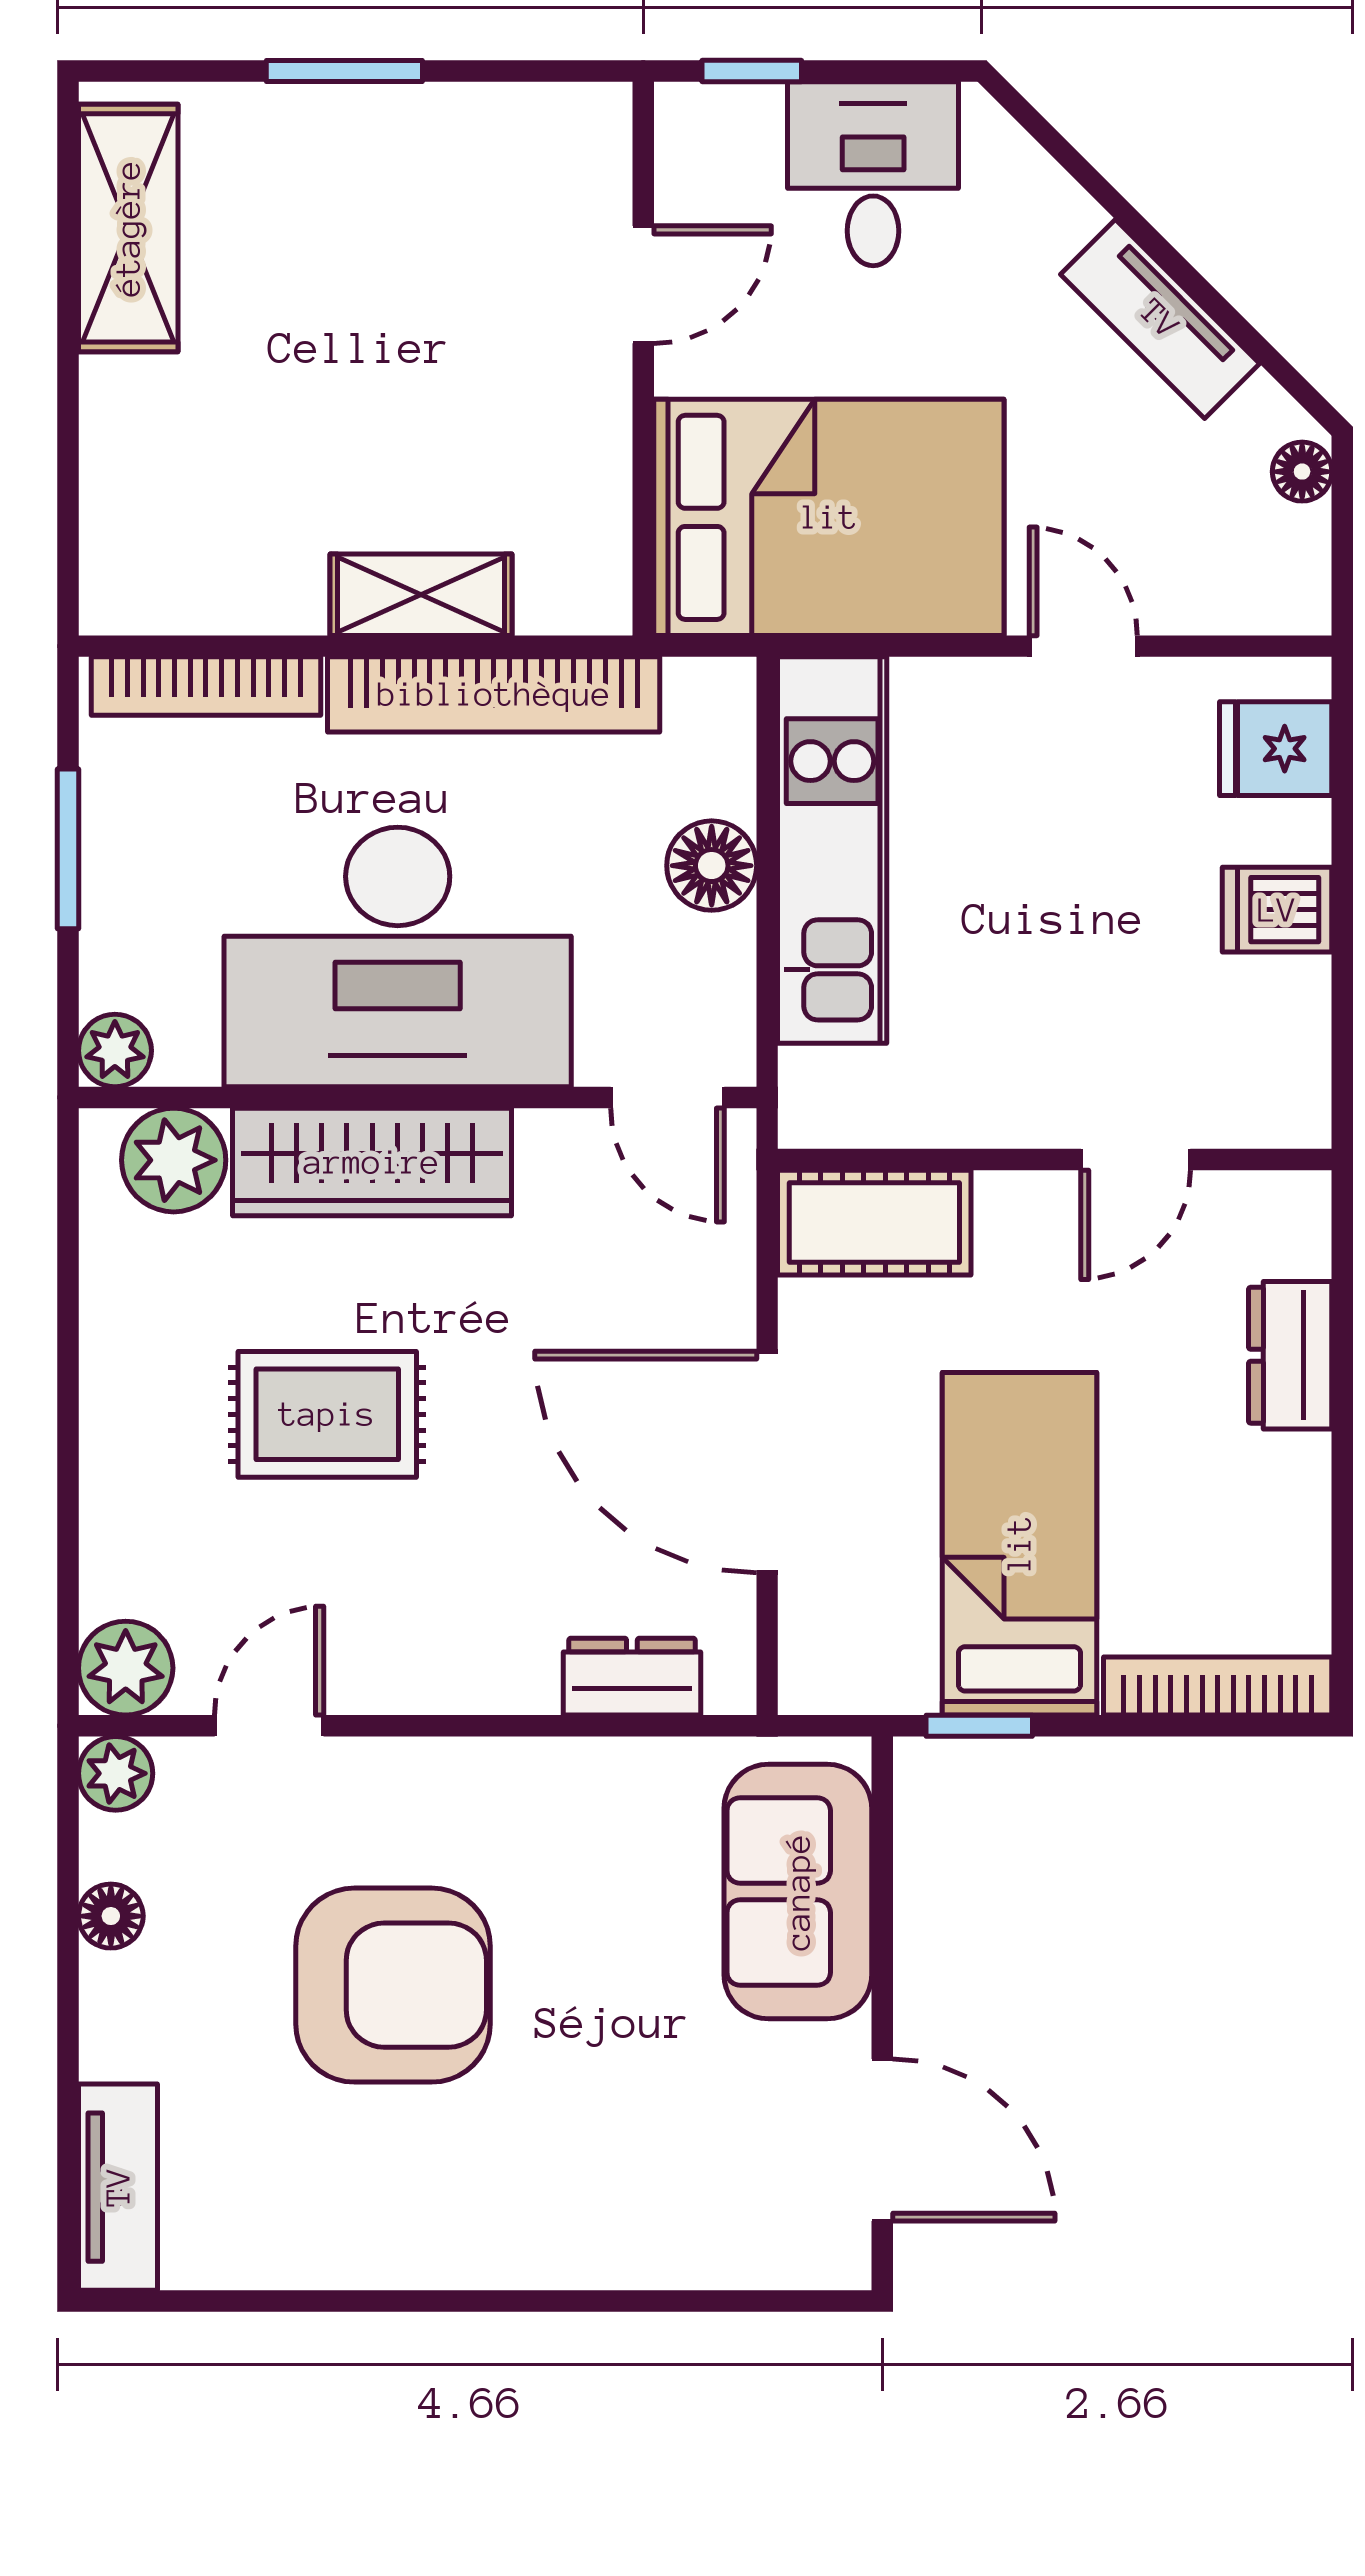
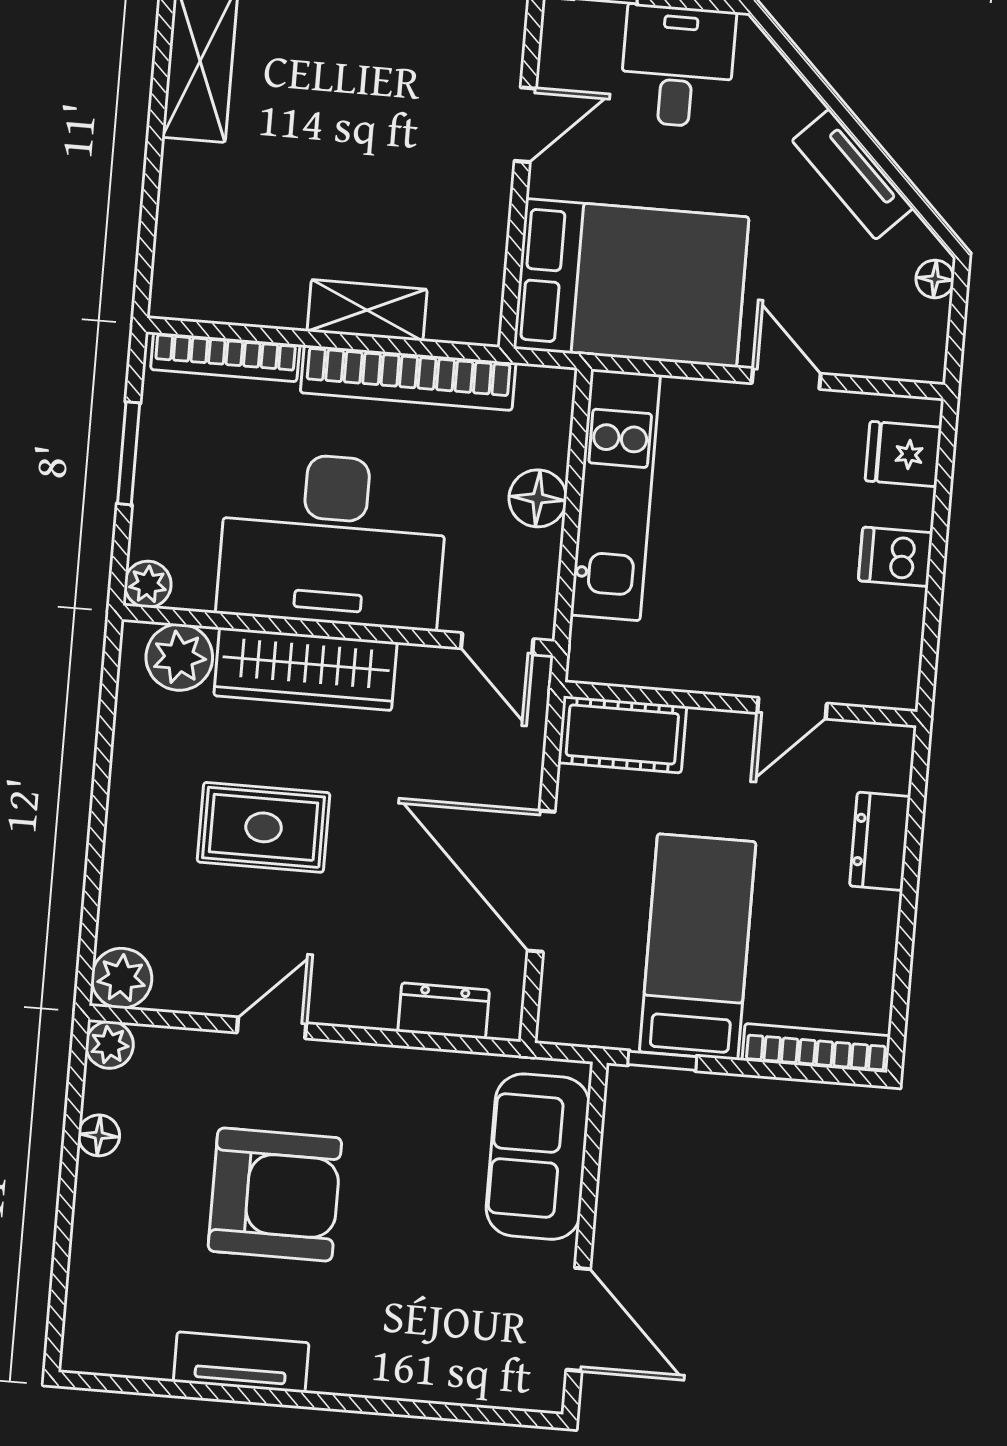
door: (269, 1726) -> (272, 1028), moved
tv unit: (118, 2187) -> (241, 1362), moved, turned -90

